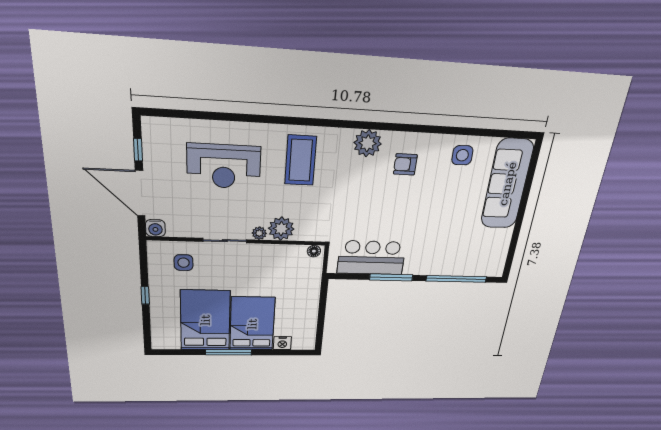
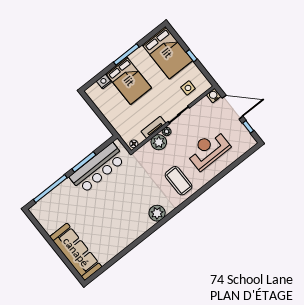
side table: (462, 155) -> (110, 245), removed
armchair: (405, 164) -> (132, 219), removed
tv unit: (271, 251) -> (153, 127), added
bar counter: (371, 258) -> (98, 168), width x1.36
bed: (205, 320) -> (167, 53), moved

